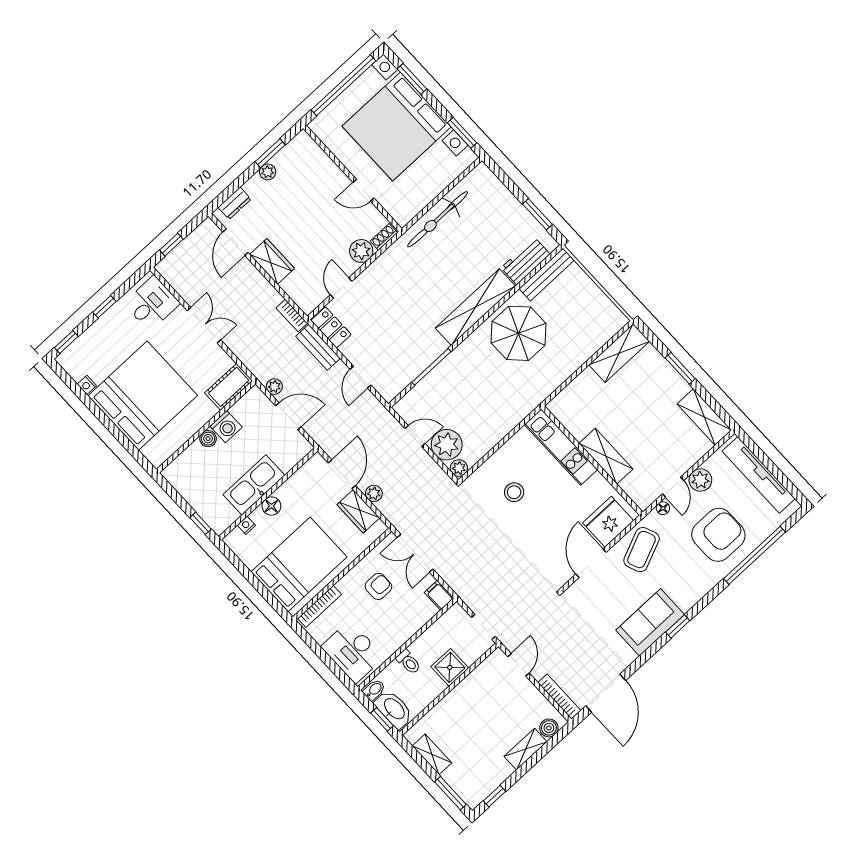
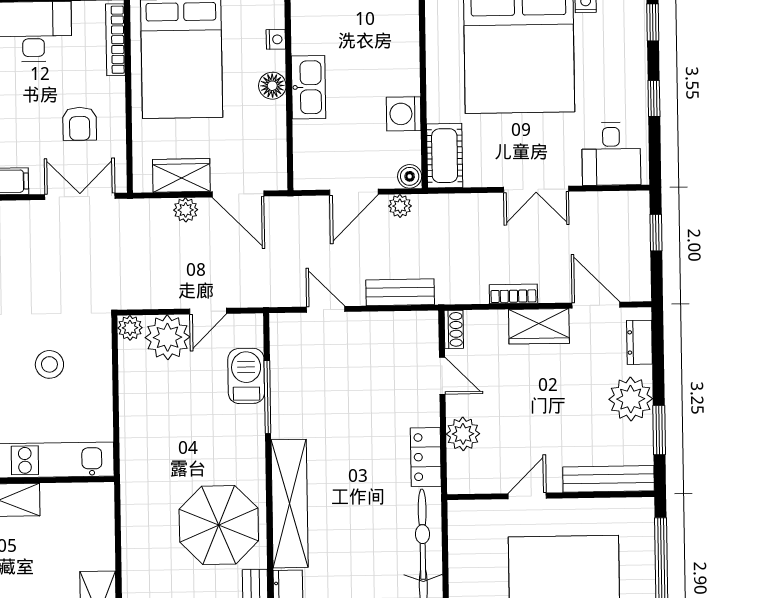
bench: (318, 157) -> (608, 479), added
plant: (268, 172) -> (631, 399), width x1.87, depth x1.87
shoe rack: (384, 237) -> (454, 329), moved
bookcase: (292, 316) -> (513, 294), moved
locker: (331, 327) -> (426, 457), moved, turned 90
barbecue: (430, 387) -> (246, 376), added
boiler: (208, 439) -> (410, 176), moved
kitchen sink: (254, 485) -> (308, 87), width x0.73, depth x0.81

